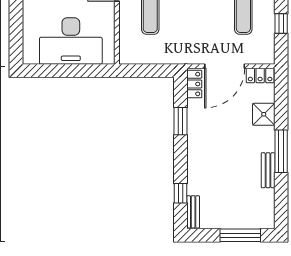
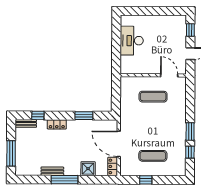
desk: (71, 41) -> (132, 41), width x0.73, depth x0.77
locker: (194, 84) -> (57, 124), moved

